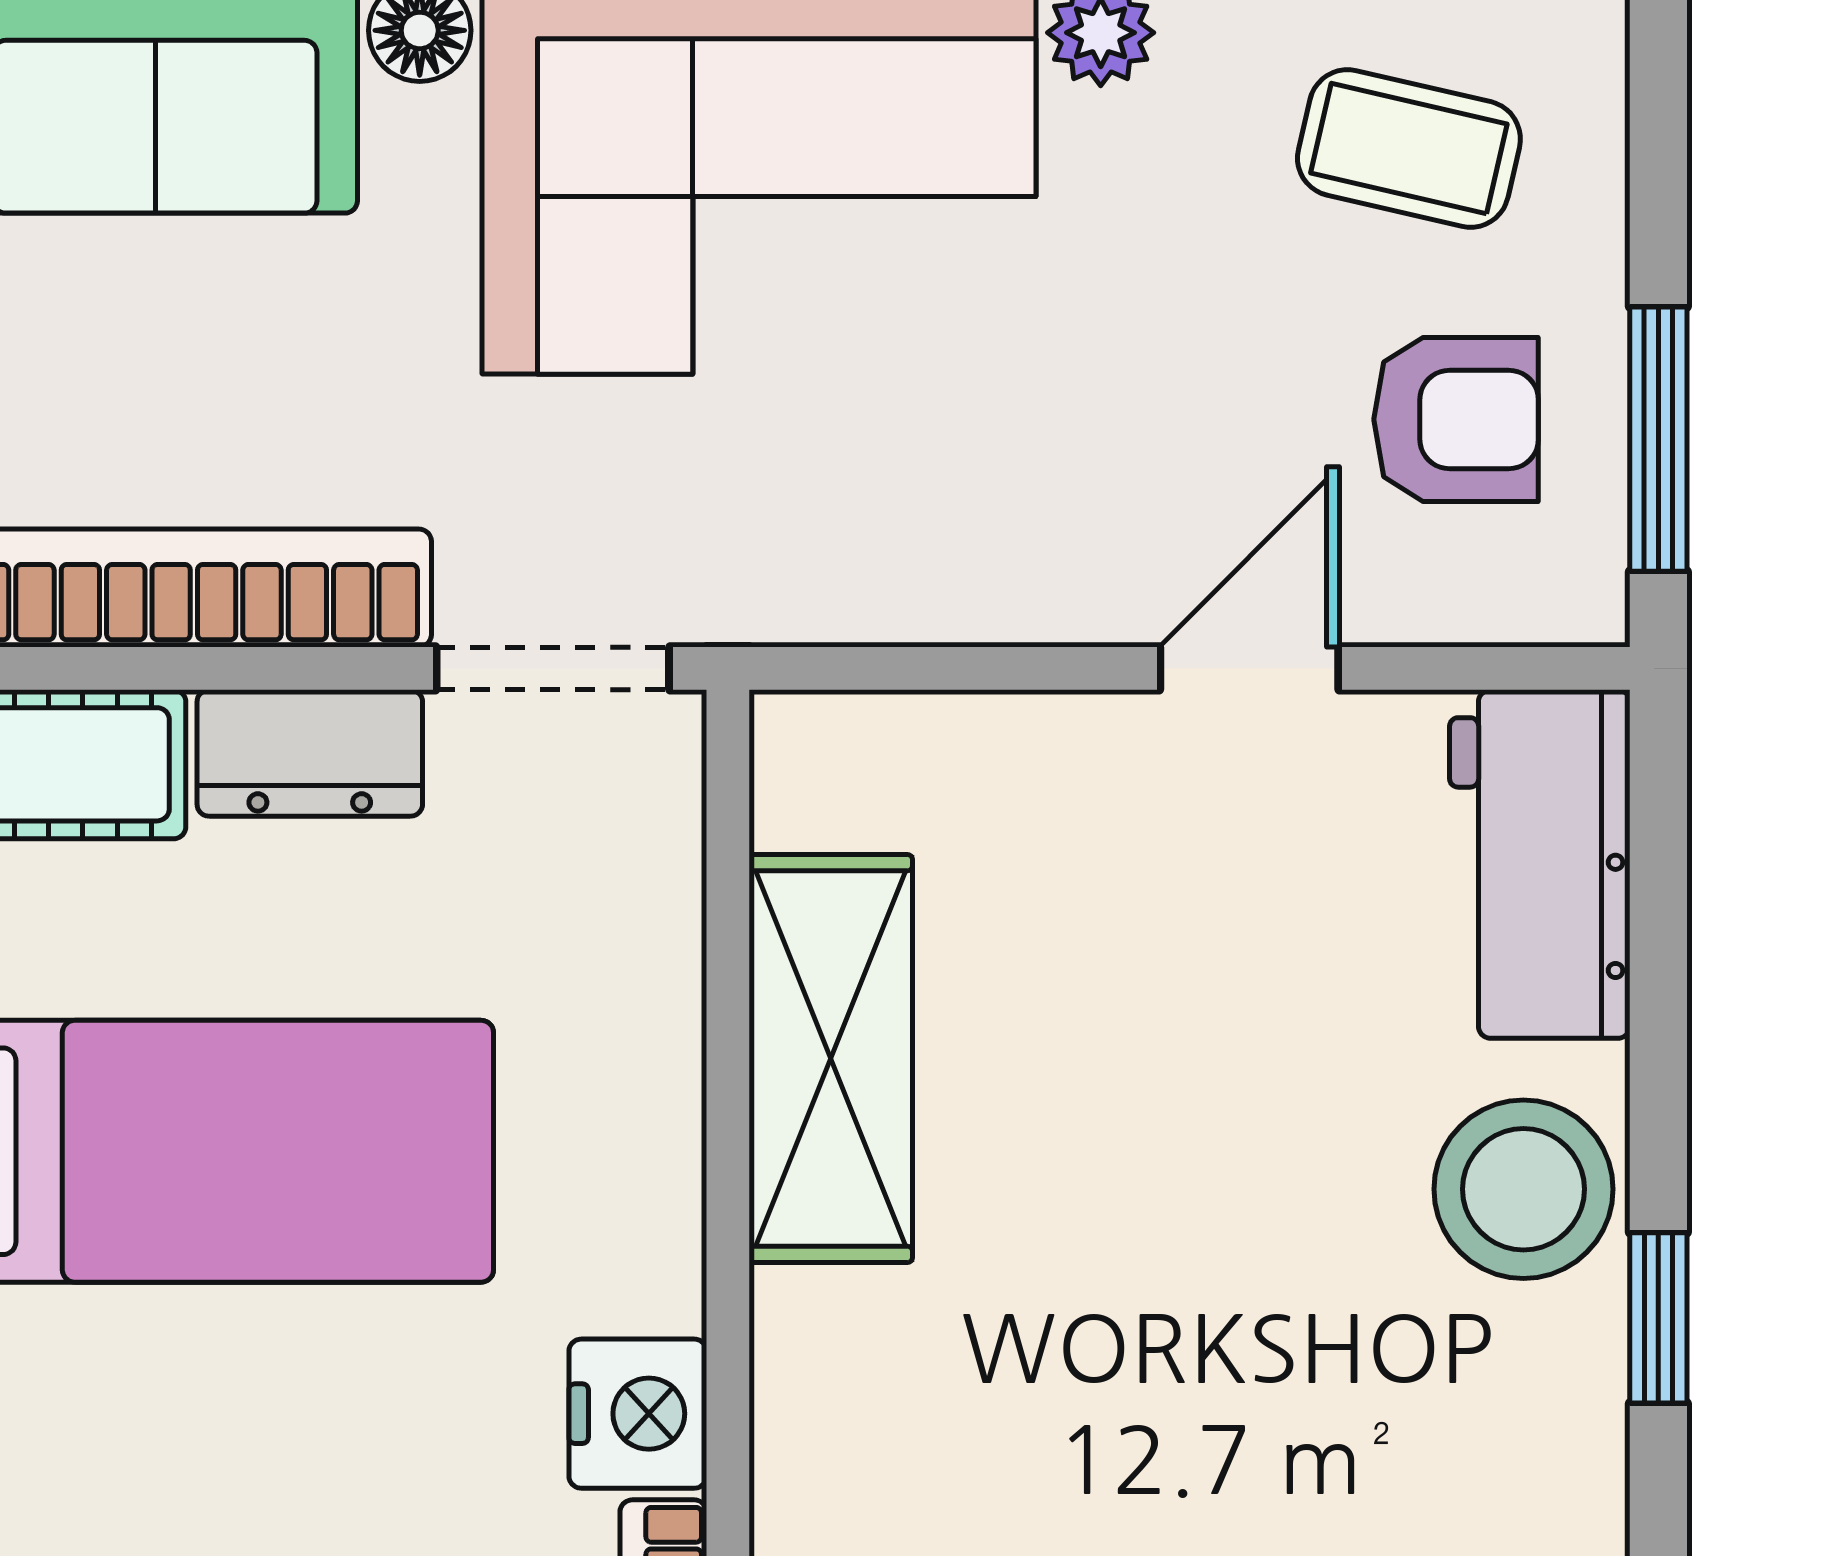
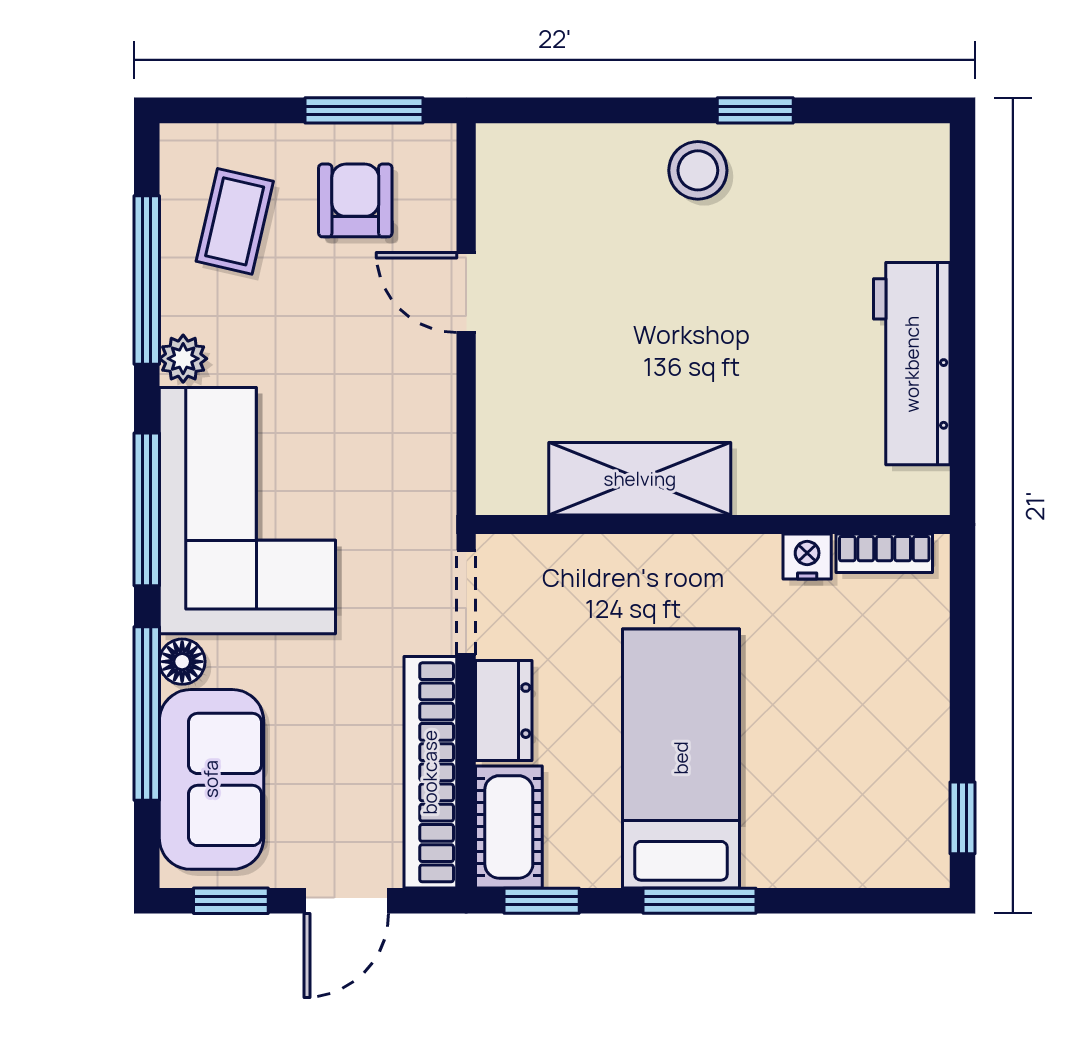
workbench: (1540, 864) -> (553, 163), removed
stool: (1523, 1189) -> (698, 170), width x0.73, depth x0.73
nightstand: (638, 1414) -> (807, 557), width x0.72, depth x0.74

